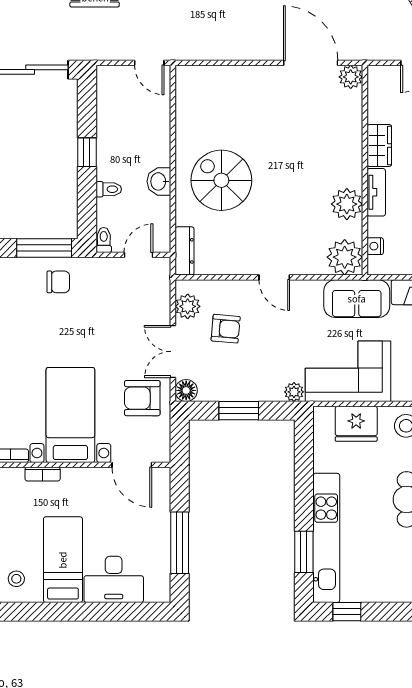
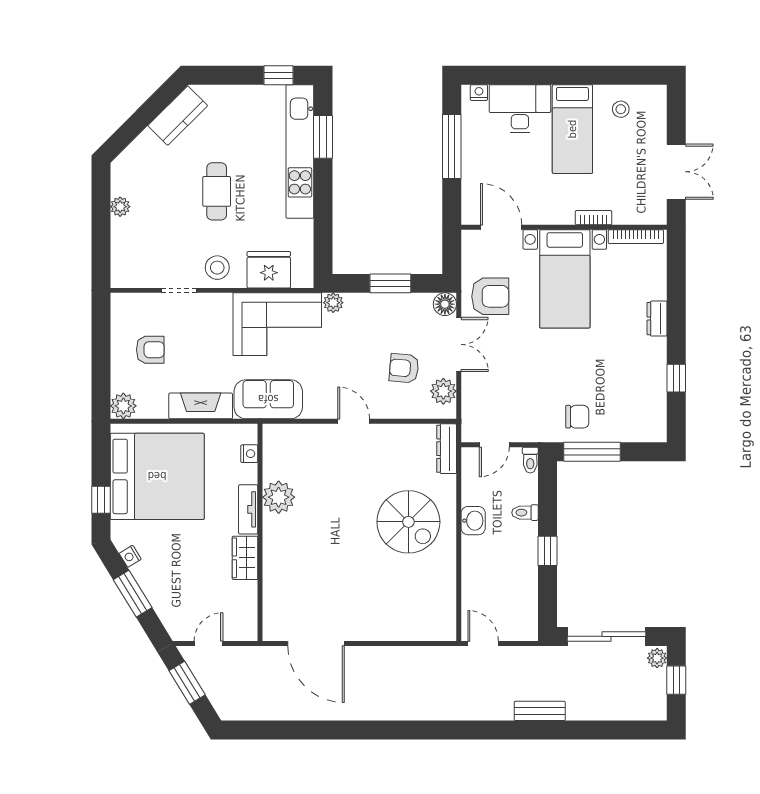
plant: (351, 77) -> (275, 629), removed
plant: (345, 257) -> (281, 442), removed
chair: (58, 282) -> (577, 417), turned 180
nightstand: (153, 595) -> (479, 93), added

